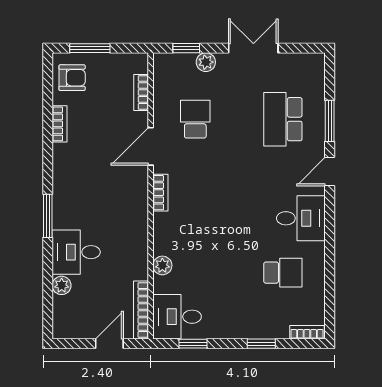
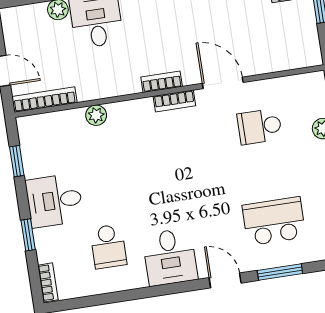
bookcase: (141, 92) -> (162, 82), moved
school desk: (195, 119) -> (259, 127), turned 180
desk: (177, 317) -> (54, 201), moved, turned -90

